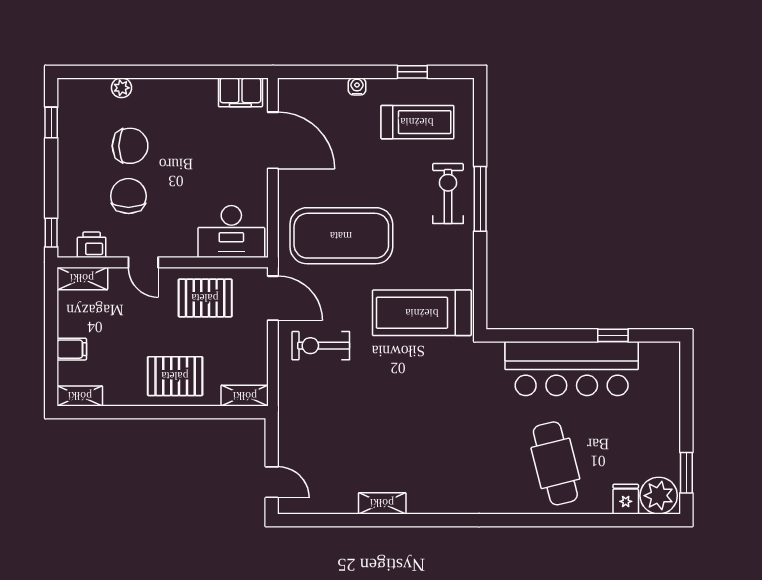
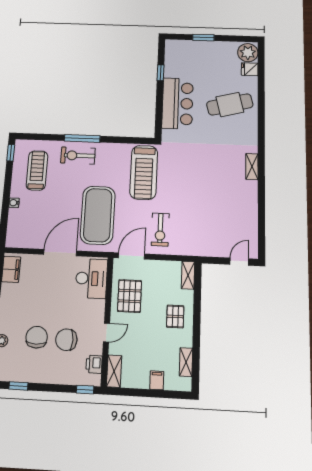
window: (412, 72) -> (11, 153), moved
door: (273, 140) -> (60, 253), moved
bar counter: (572, 369) -> (178, 103), width x0.73
pallet: (175, 376) -> (175, 316), width x0.67, depth x0.71
shelving: (80, 396) -> (186, 362), moved
window: (686, 473) -> (203, 38), moved
shelving: (382, 503) -> (252, 167), moved

